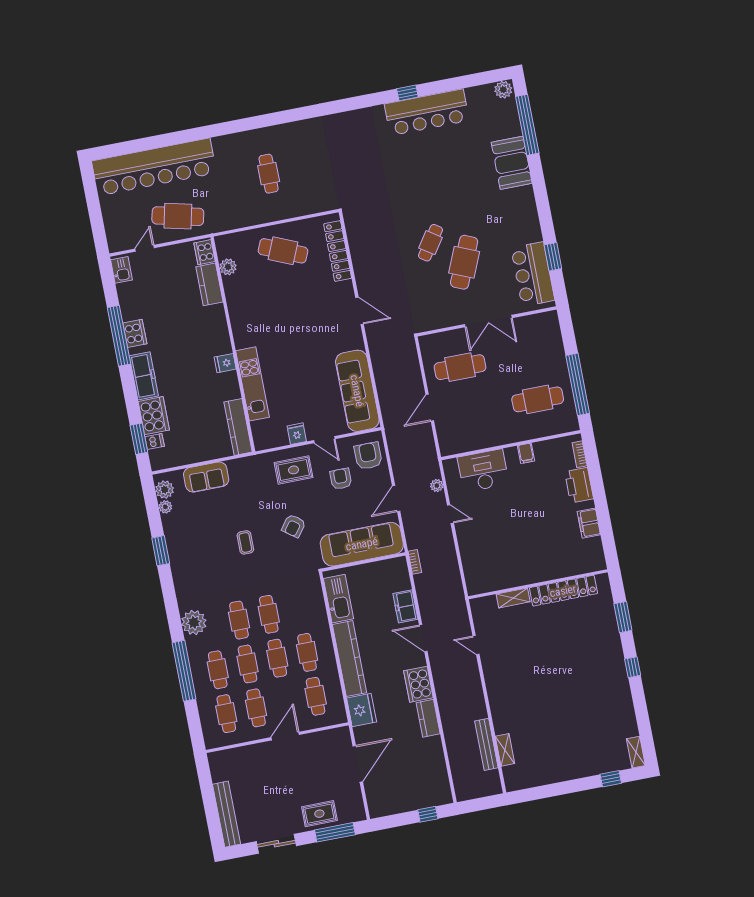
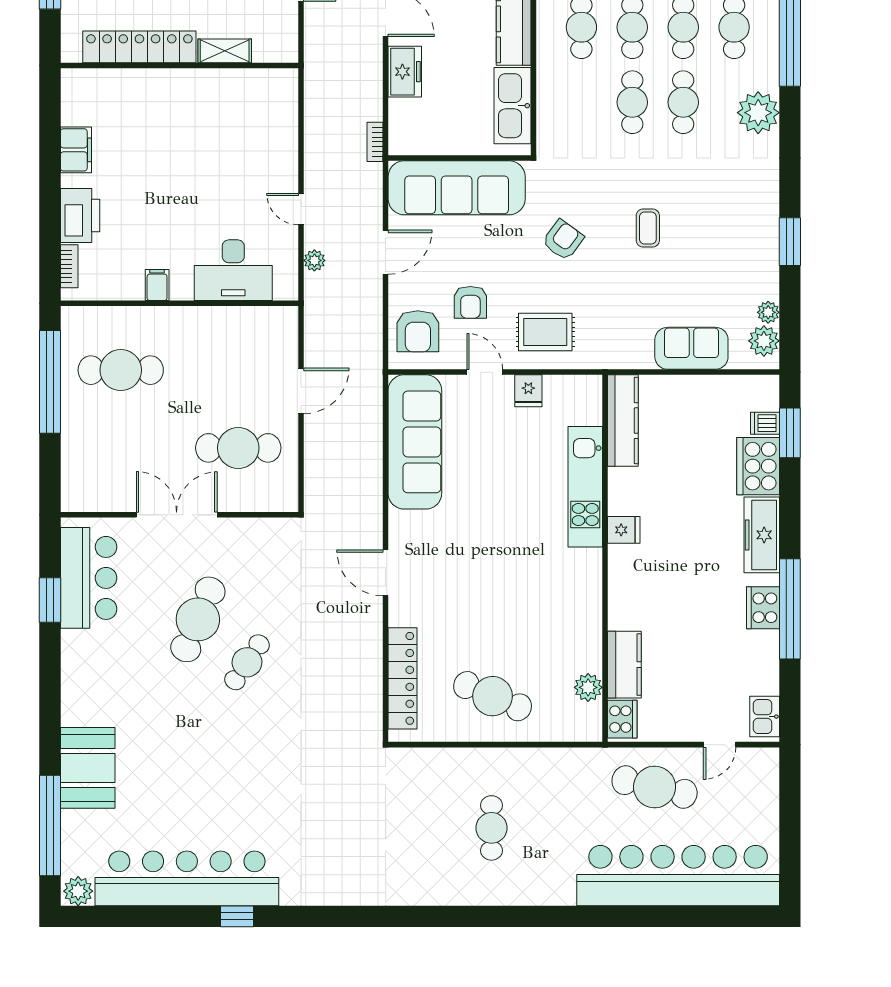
bar counter: (427, 112) -> (187, 878), width x1.36

